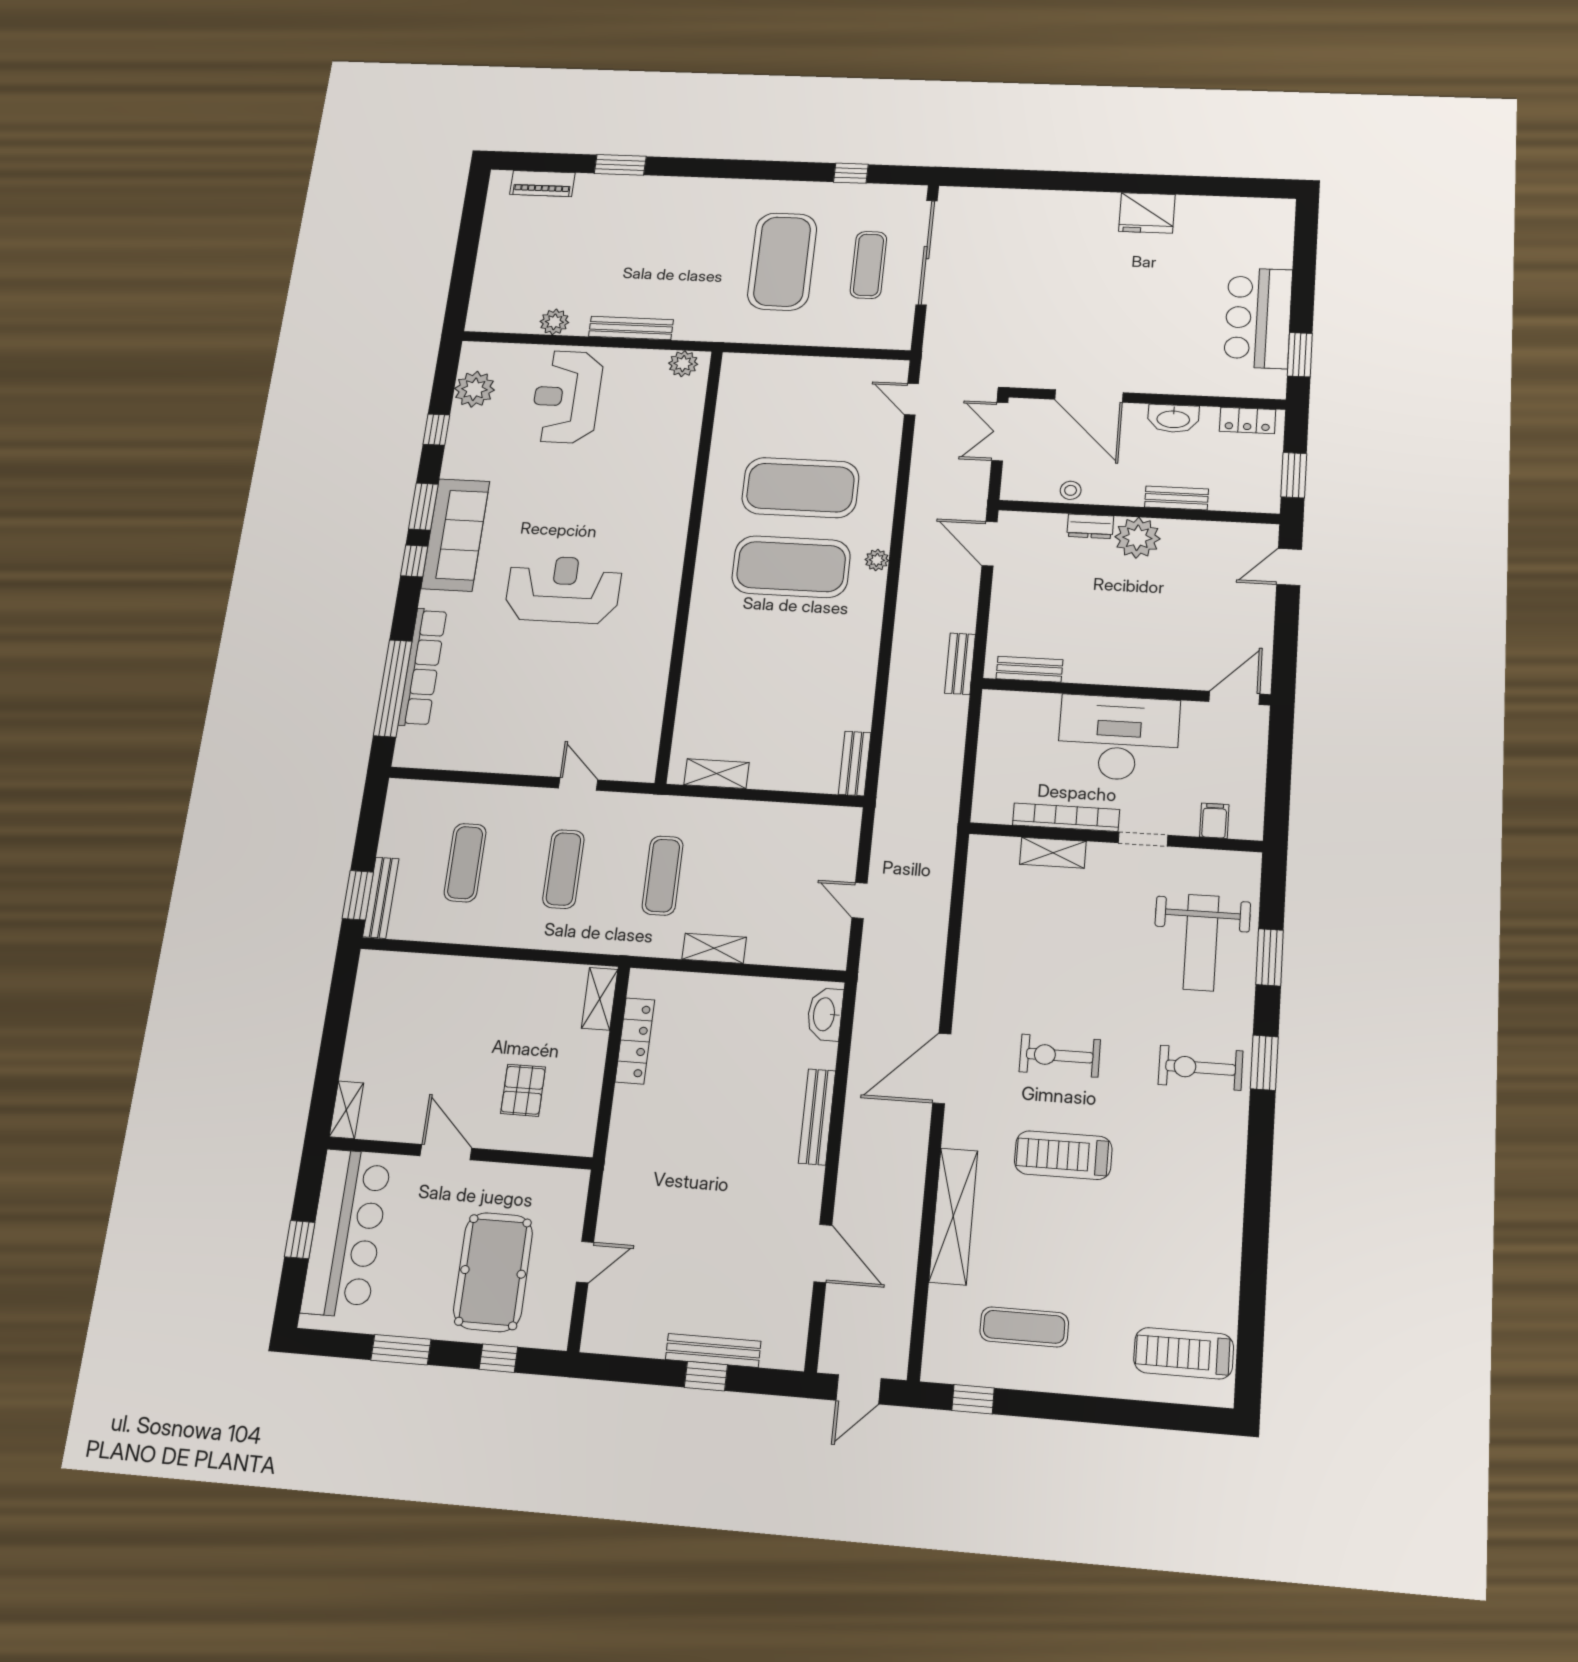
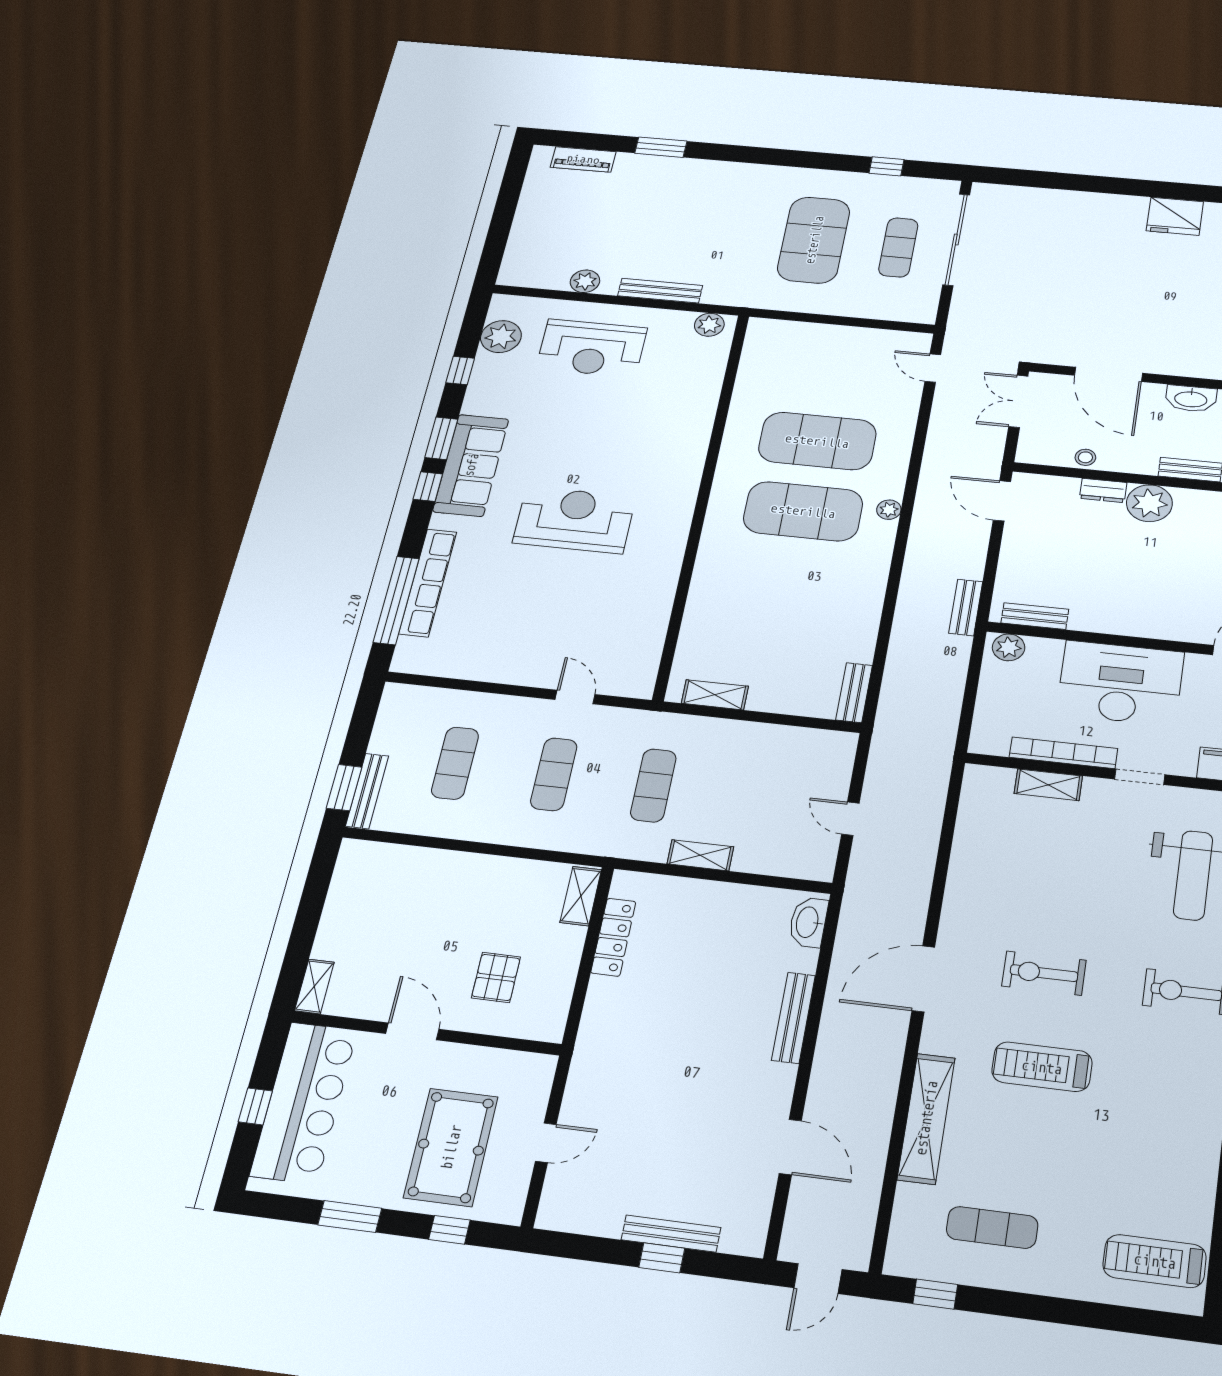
reception desk: (567, 397) -> (592, 348), turned -90
plant: (1005, 705) -> (1009, 647), added

